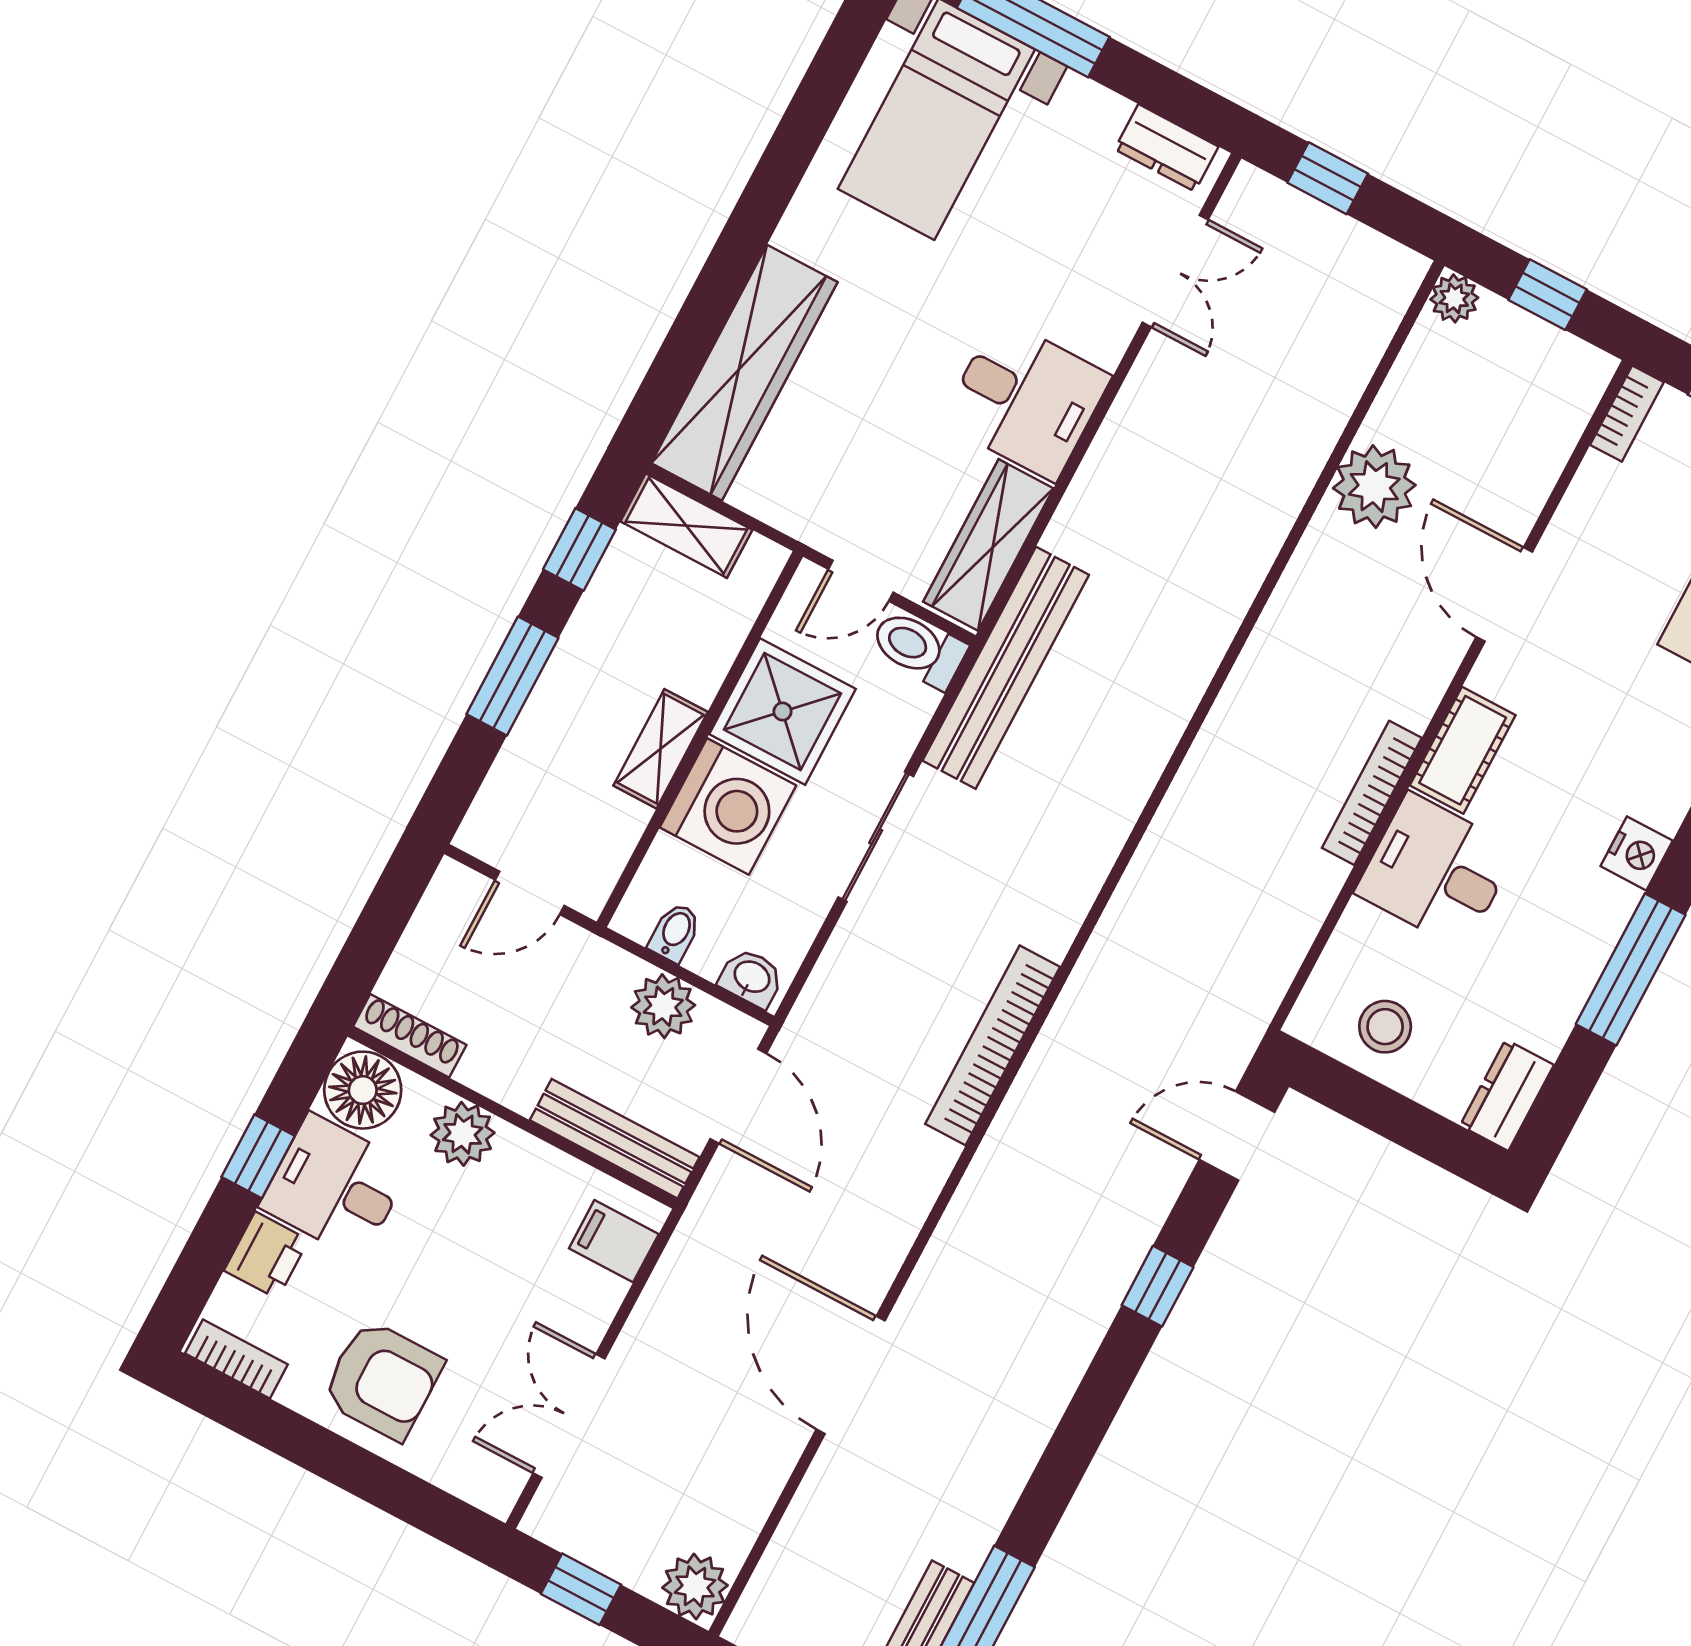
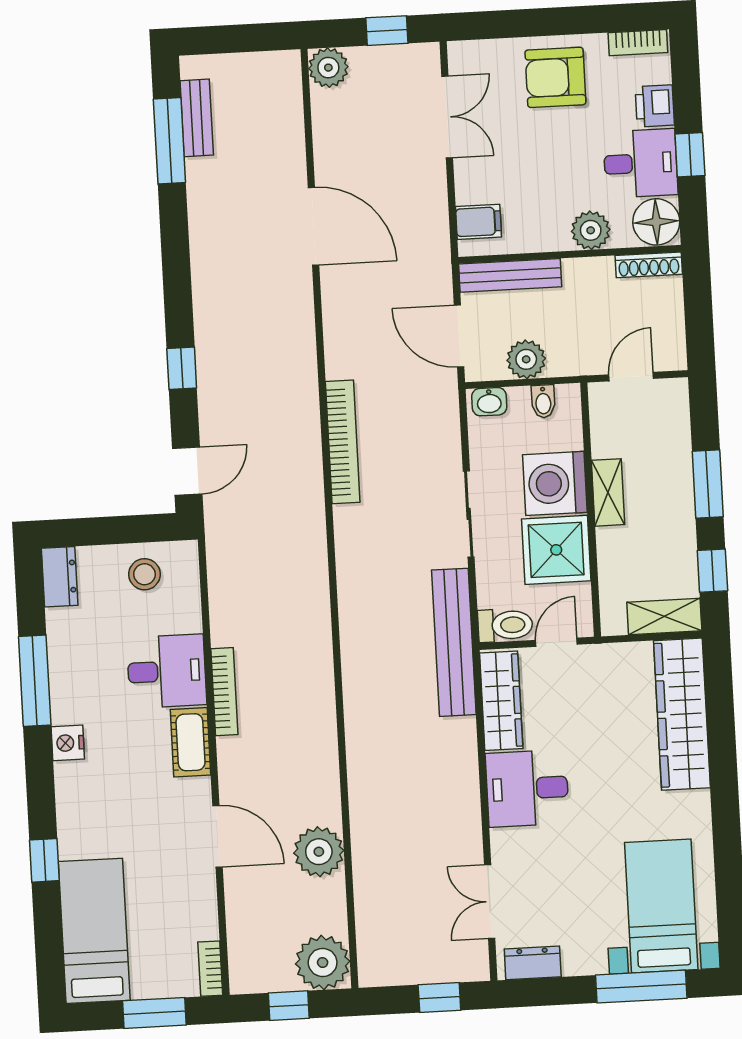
plant: (1454, 298) -> (323, 963), width x1.87, depth x1.87

